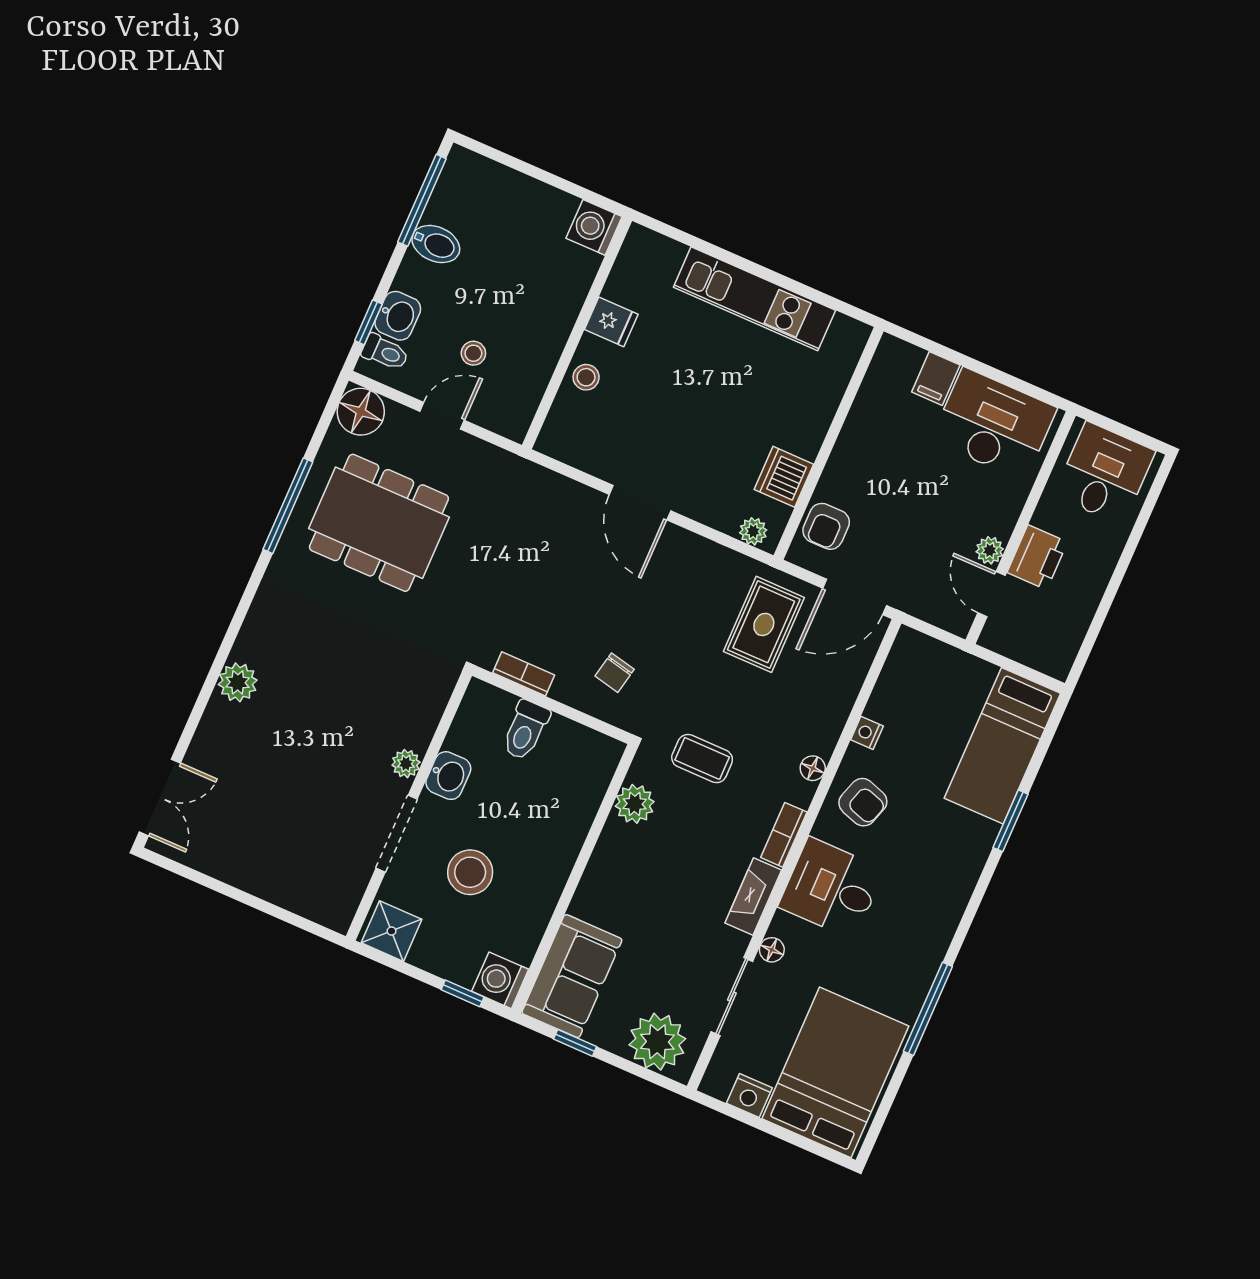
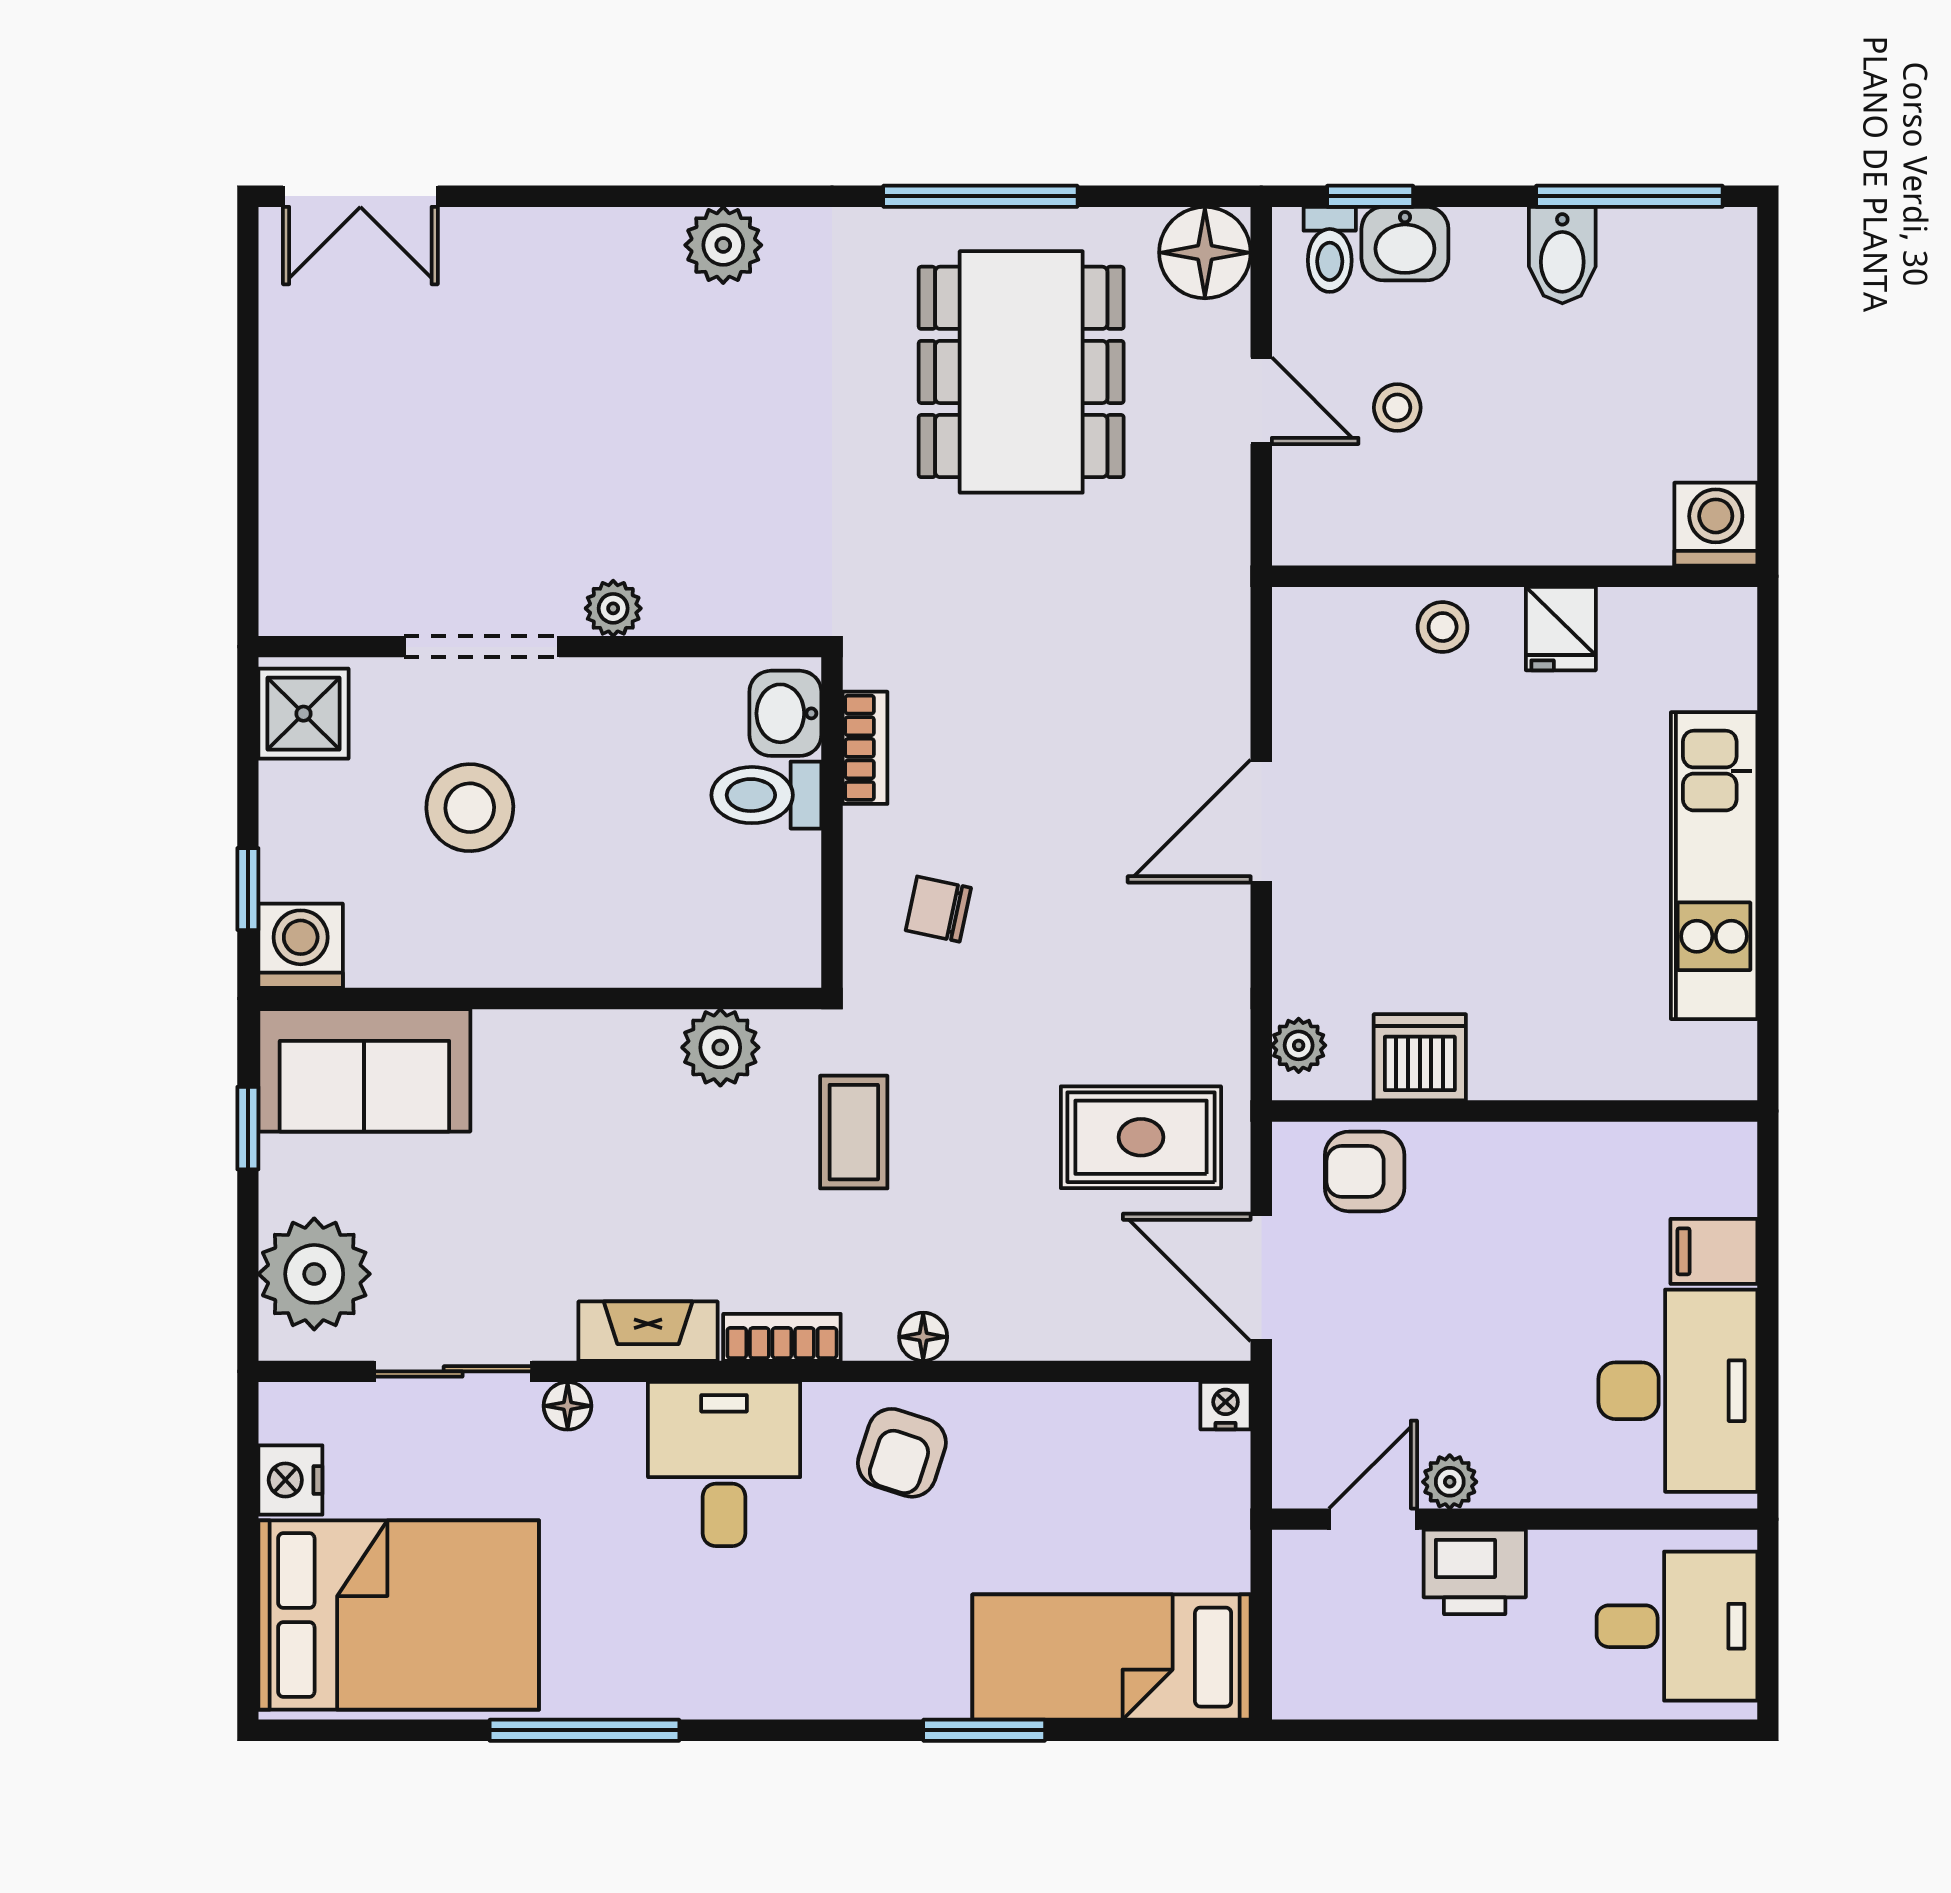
plant: (238, 682) -> (723, 245), moved
nightstand: (867, 733) -> (1226, 1406), moved
washbasin: (448, 776) -> (785, 713), moved, turned 90

